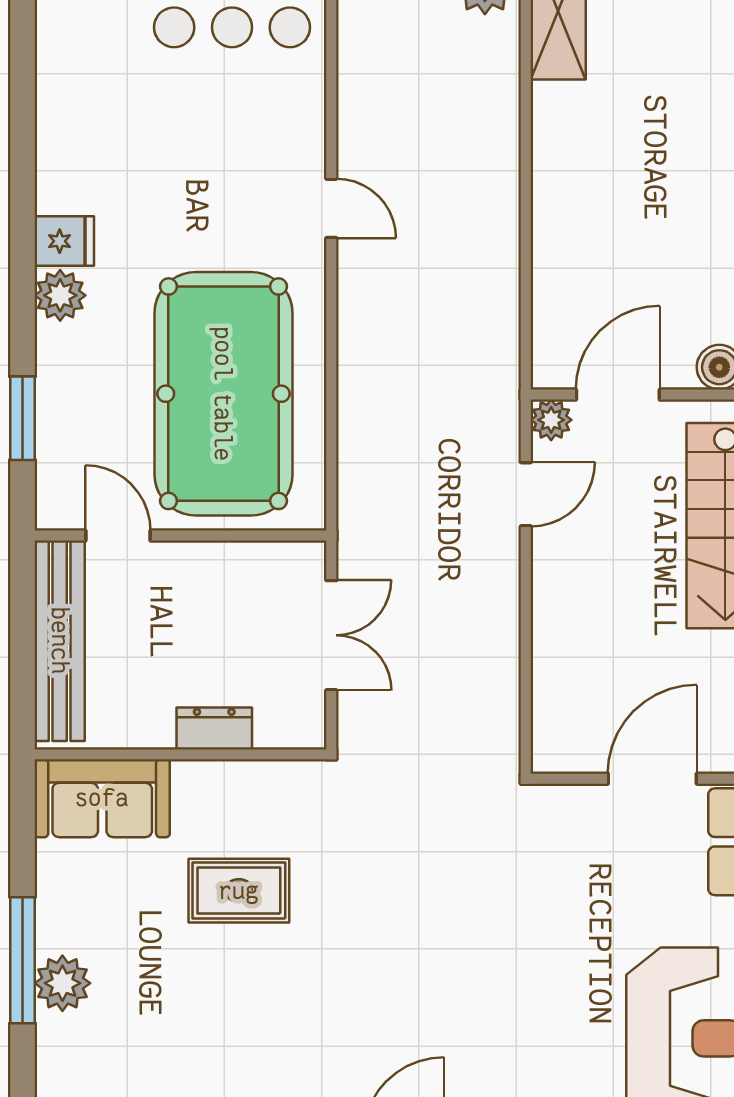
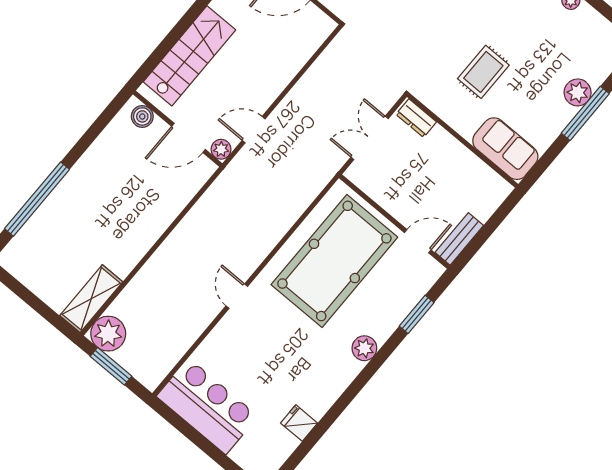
fridge: (64, 241) -> (299, 423), moved
door: (118, 536) -> (418, 241), swing flipped
bench: (60, 641) -> (459, 239), width x0.54, depth x0.82
dresser: (214, 728) -> (416, 118), moved
rug: (239, 891) -> (483, 72), turned 90

